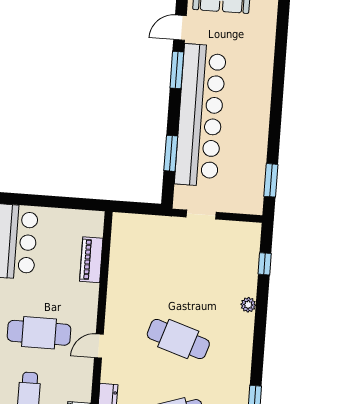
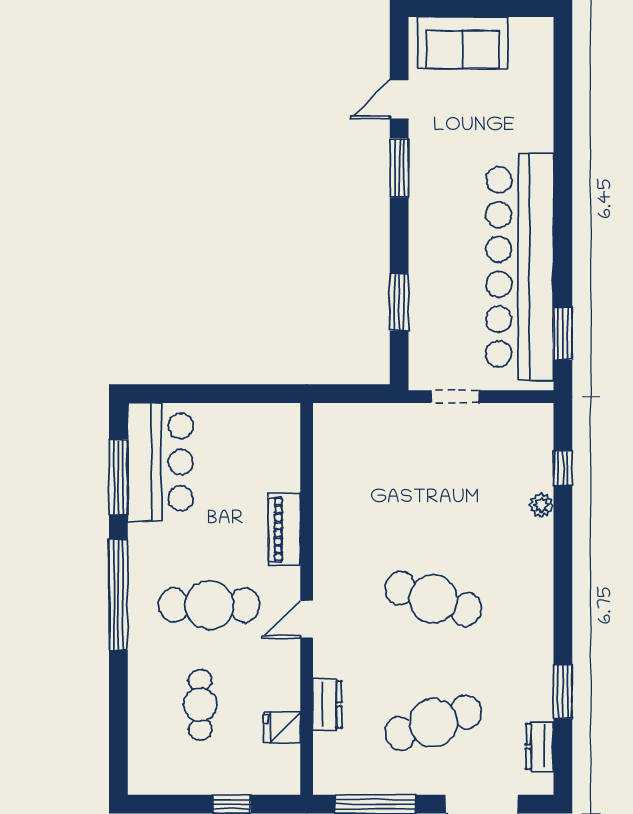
bar counter: (200, 115) -> (520, 267), moved, turned 180
piano: (91, 260) -> (284, 529), moved
plant: (248, 305) -> (541, 505), moved

